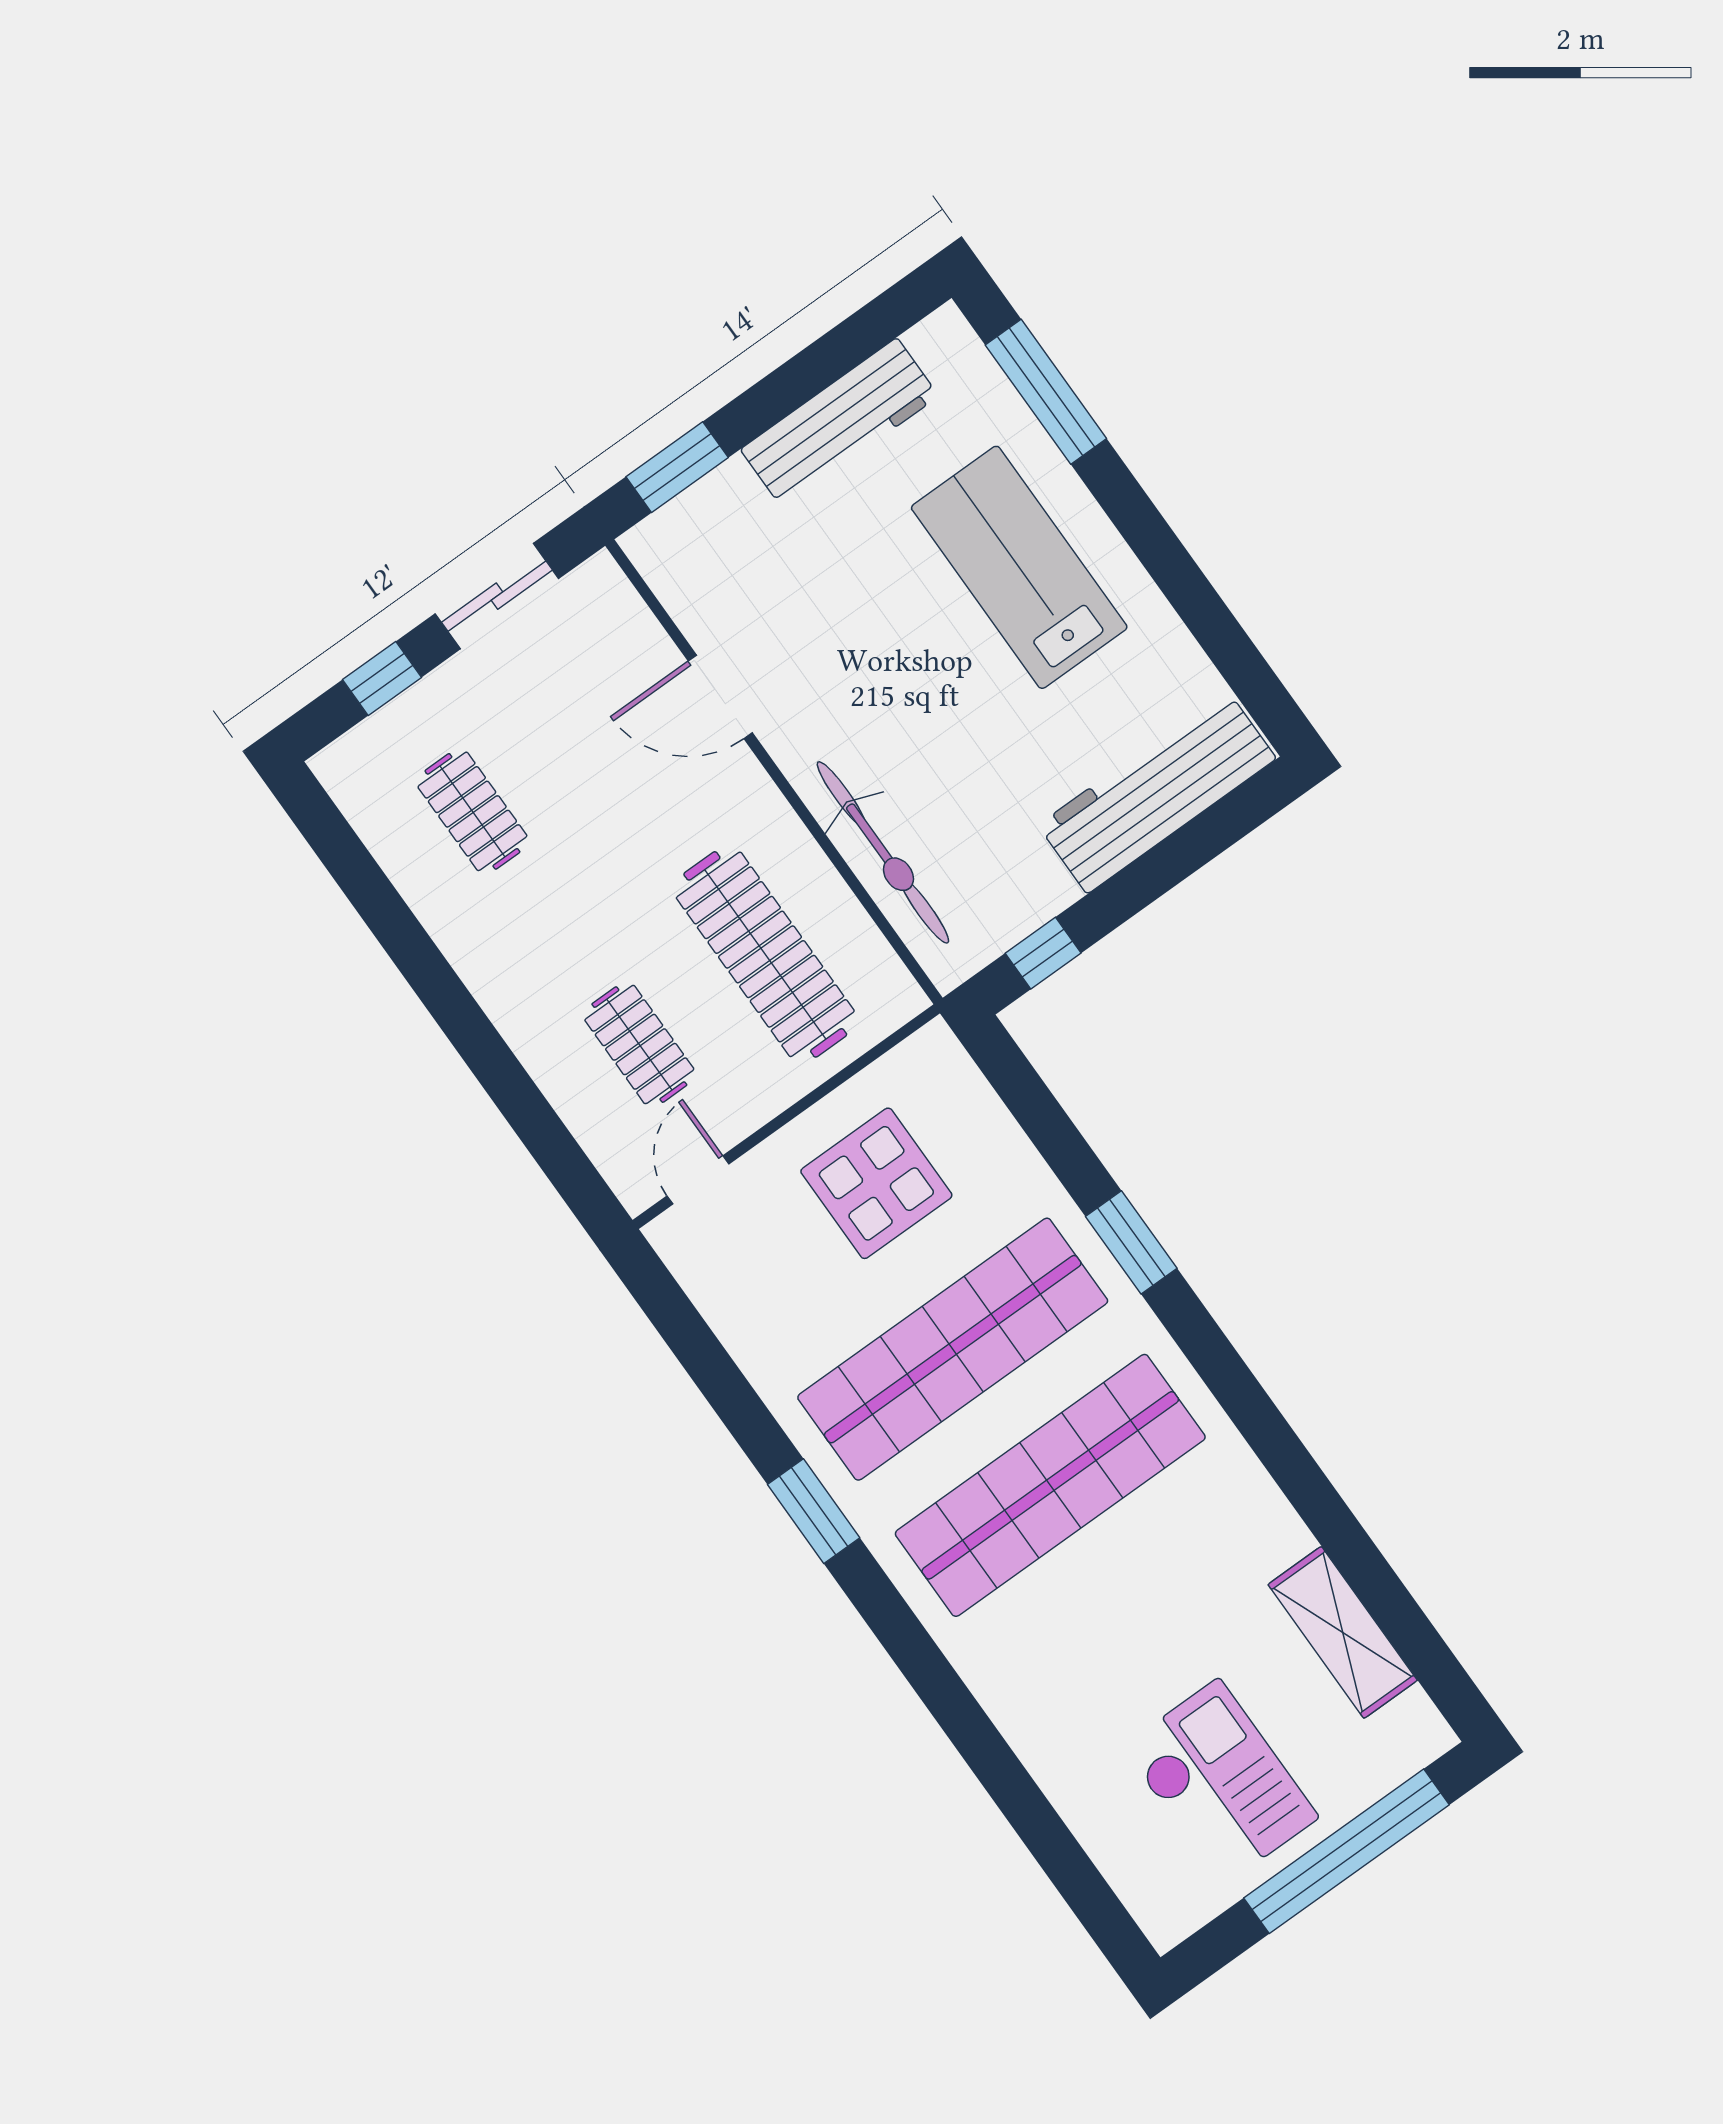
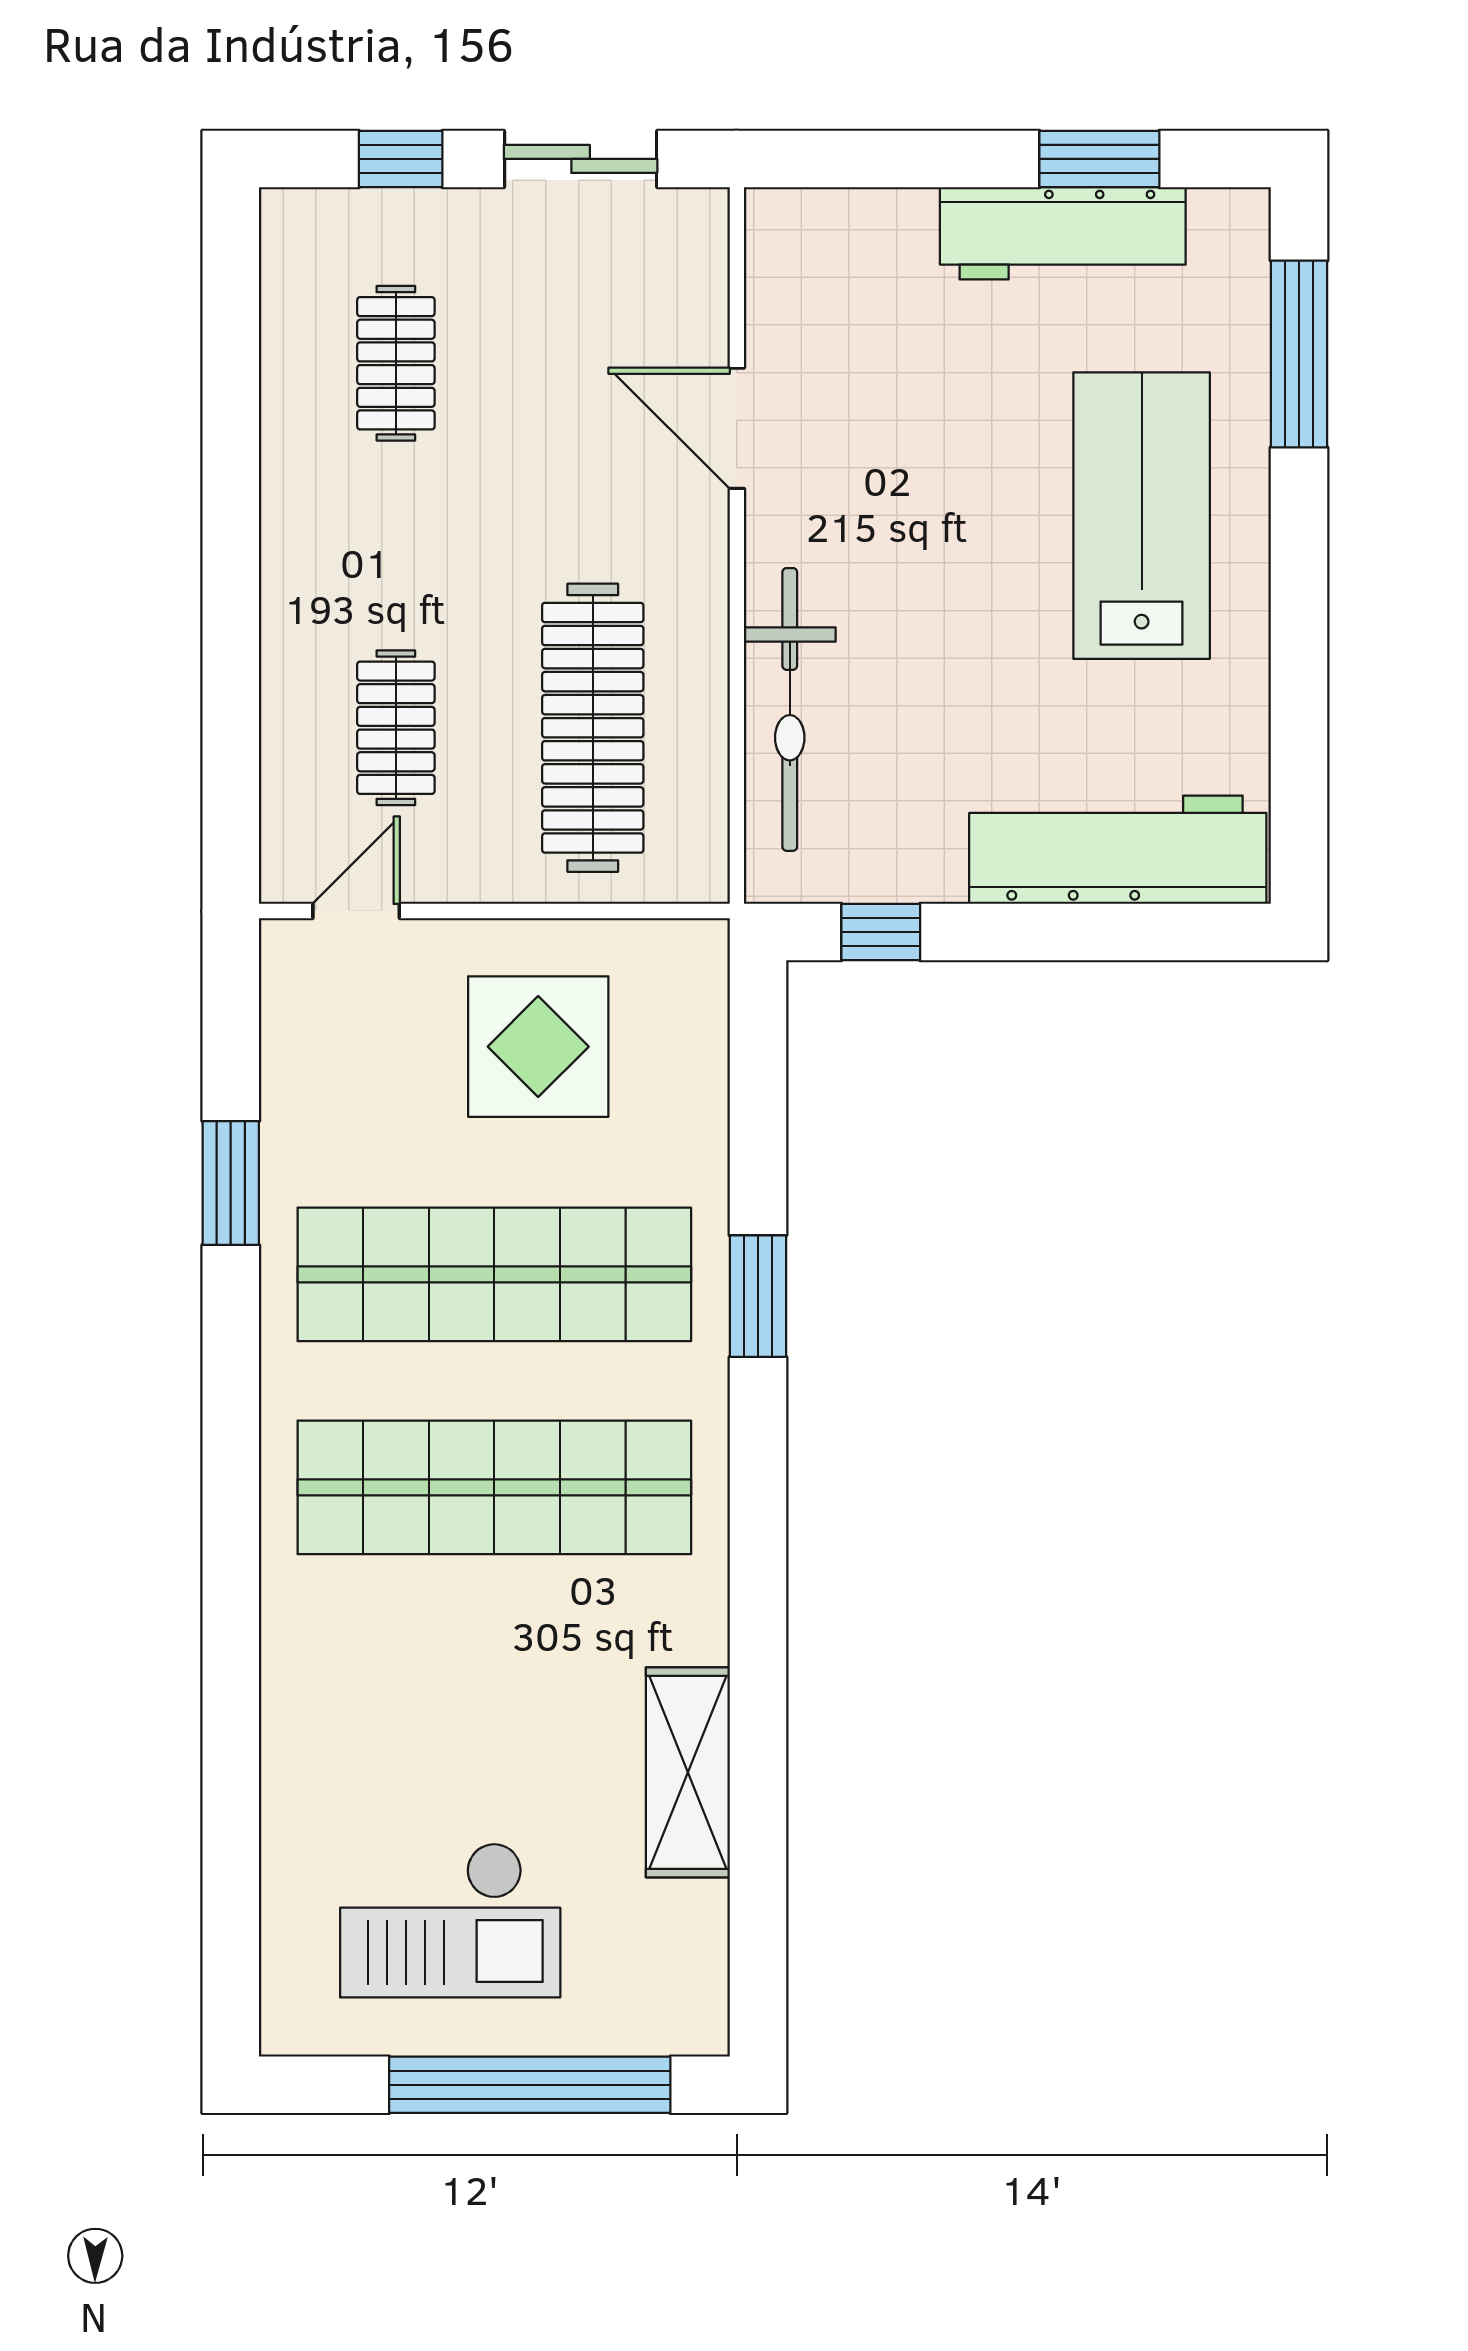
window: (677, 467) -> (1099, 159), moved
window: (814, 1511) -> (231, 1183), moved
shelving: (1343, 1632) -> (688, 1772), moved
checkout: (1220, 1782) -> (450, 1920), turned 90

